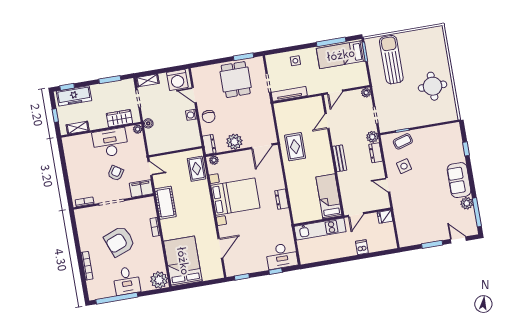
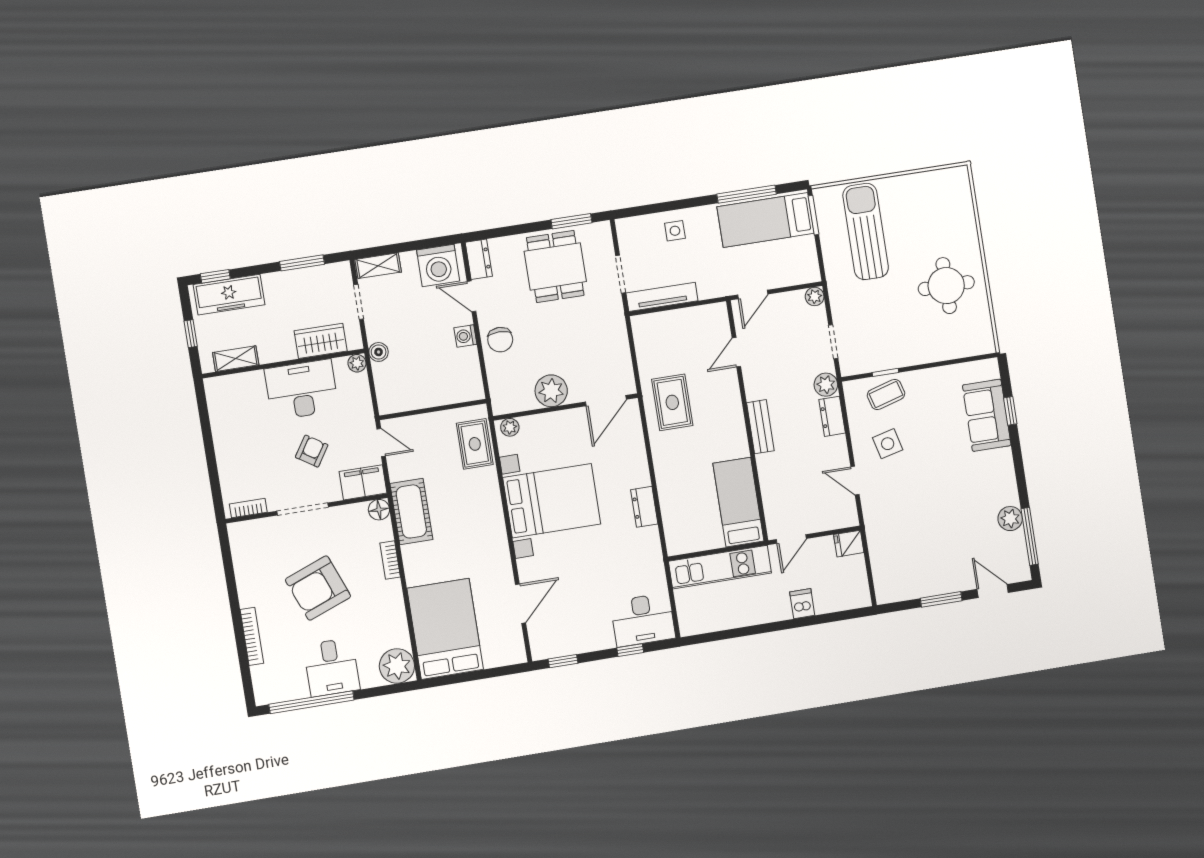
dresser: (209, 145) -> (479, 259), moved
sofa: (459, 180) -> (987, 415), moved
floor lamp: (149, 202) -> (379, 510), added

